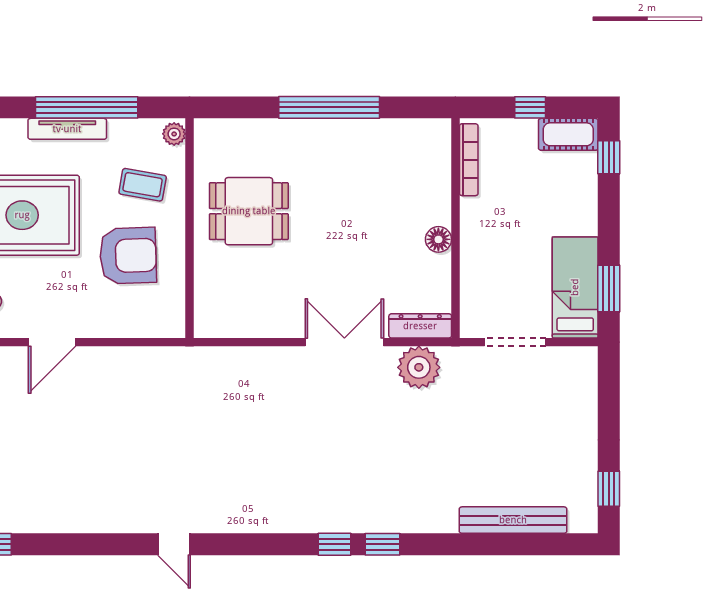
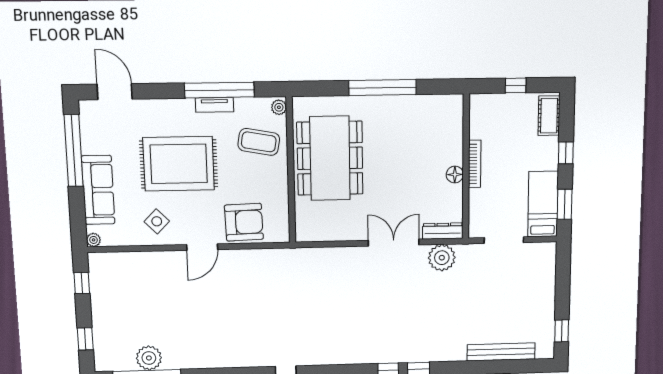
tv unit: (67, 129) -> (214, 105), width x0.71
cot: (568, 134) -> (549, 116), moved, turned 90
window: (609, 157) -> (566, 153), moved
bookcase: (469, 160) -> (475, 164), moved
coffee table: (143, 185) -> (259, 142), width x1.36, depth x1.30
dining table: (249, 211) -> (330, 158), width x1.87, depth x1.24
armchair: (128, 256) -> (244, 222), moved

